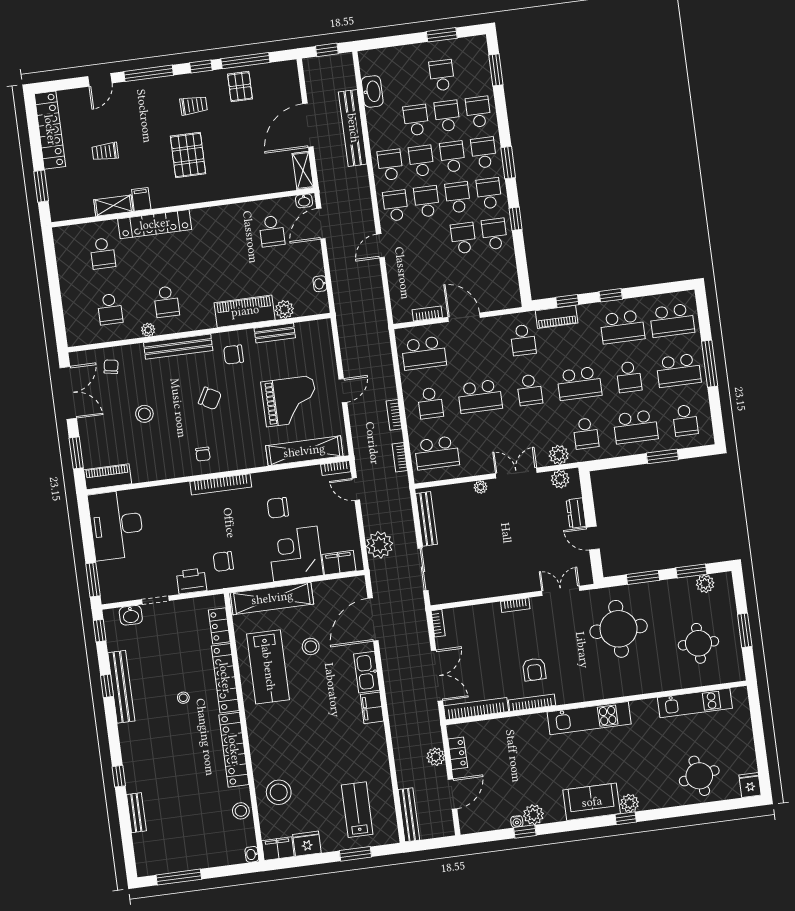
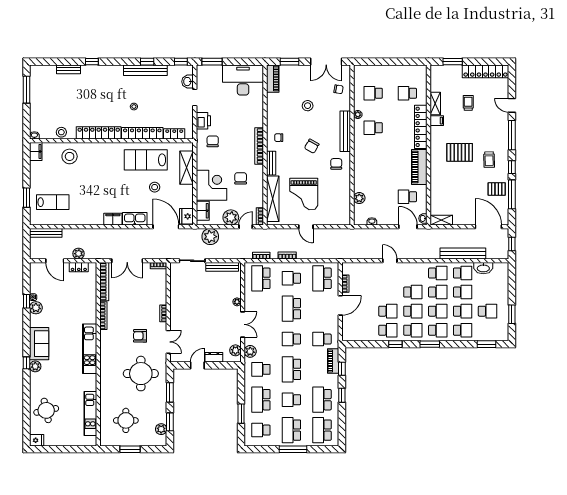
door: (308, 125) -> (488, 227), moved
school desk: (396, 206) -> (463, 273), moved
piano: (245, 311) -> (419, 167), moved, turned 180
bench: (275, 333) -> (271, 163), moved
plant: (344, 515) -> (231, 217), added
shelving: (272, 598) -> (187, 168), width x0.68
armchair: (534, 669) -> (140, 336), moved
fridge: (307, 844) -> (186, 216), moved, turned 180

